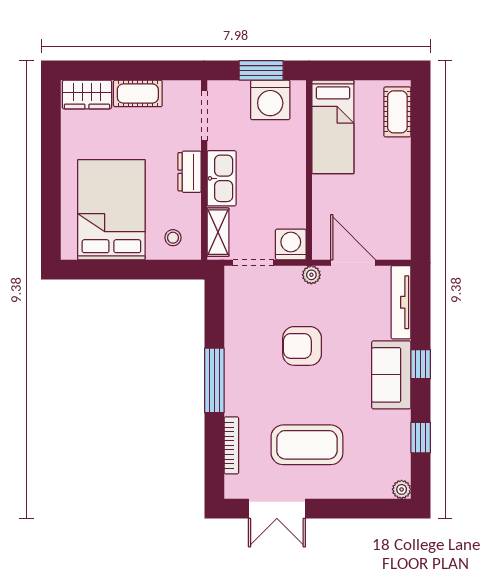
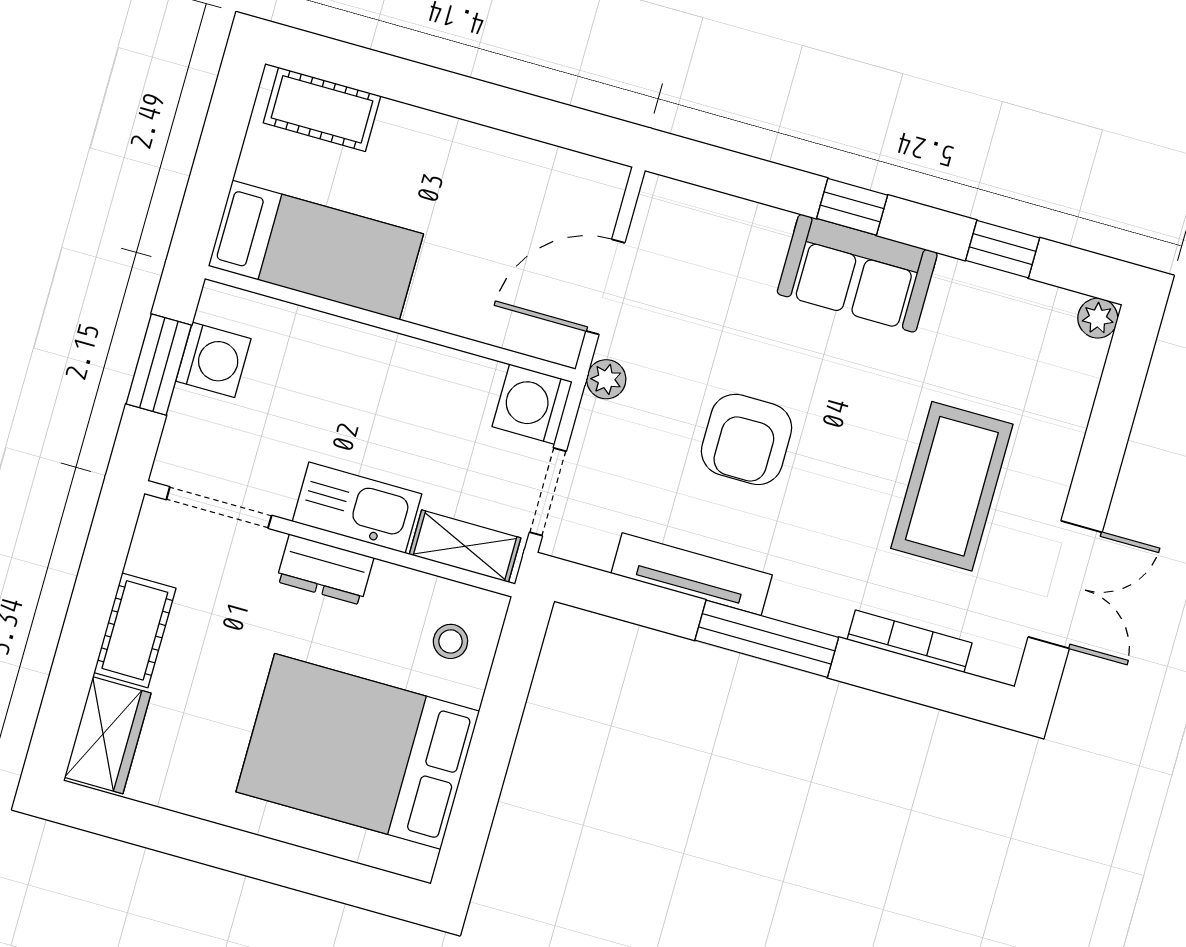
washing machine: (270, 100) -> (213, 360), width x0.73, depth x0.73
tv unit: (401, 302) -> (692, 574), moved, turned 180

